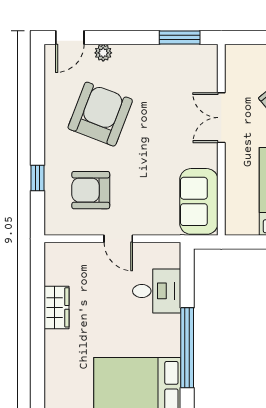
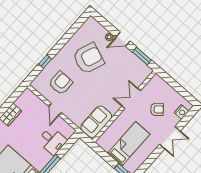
door: (70, 38) -> (123, 39), moved
armchair: (91, 190) -> (61, 83), turned 90

